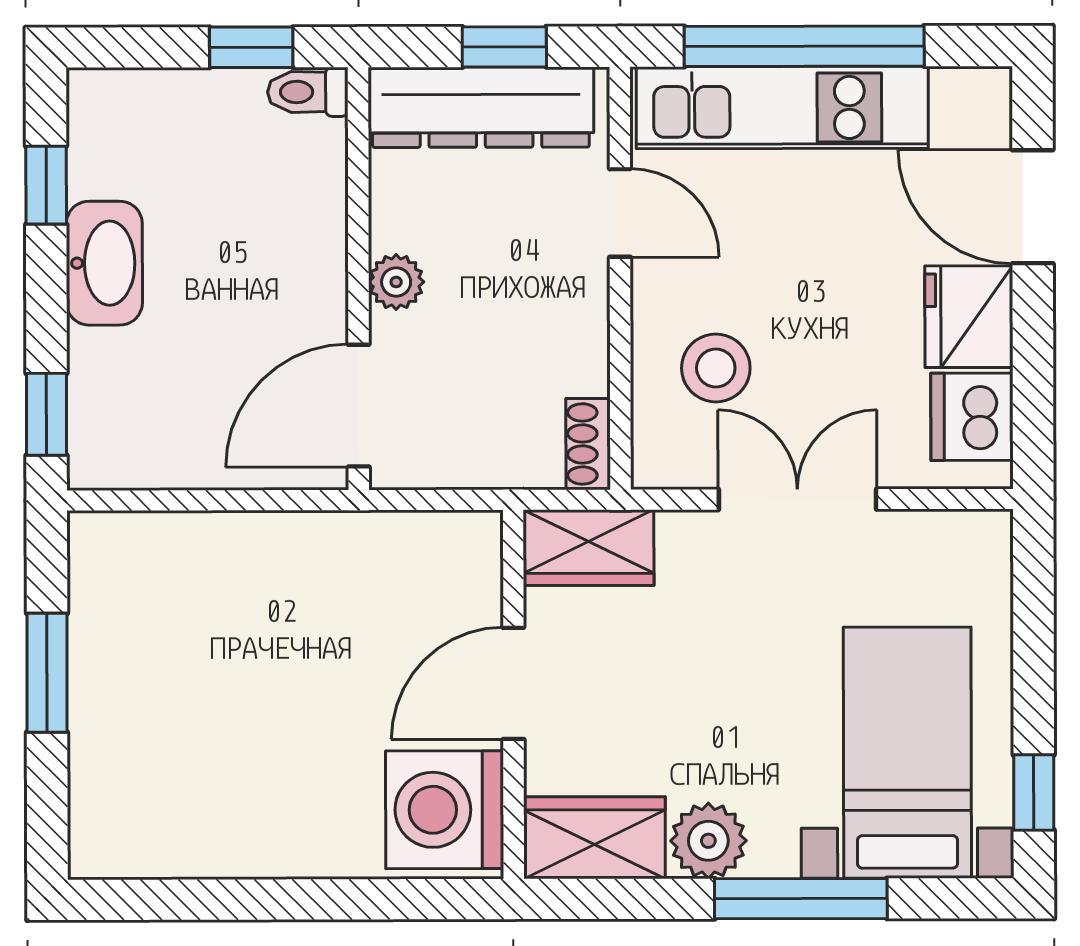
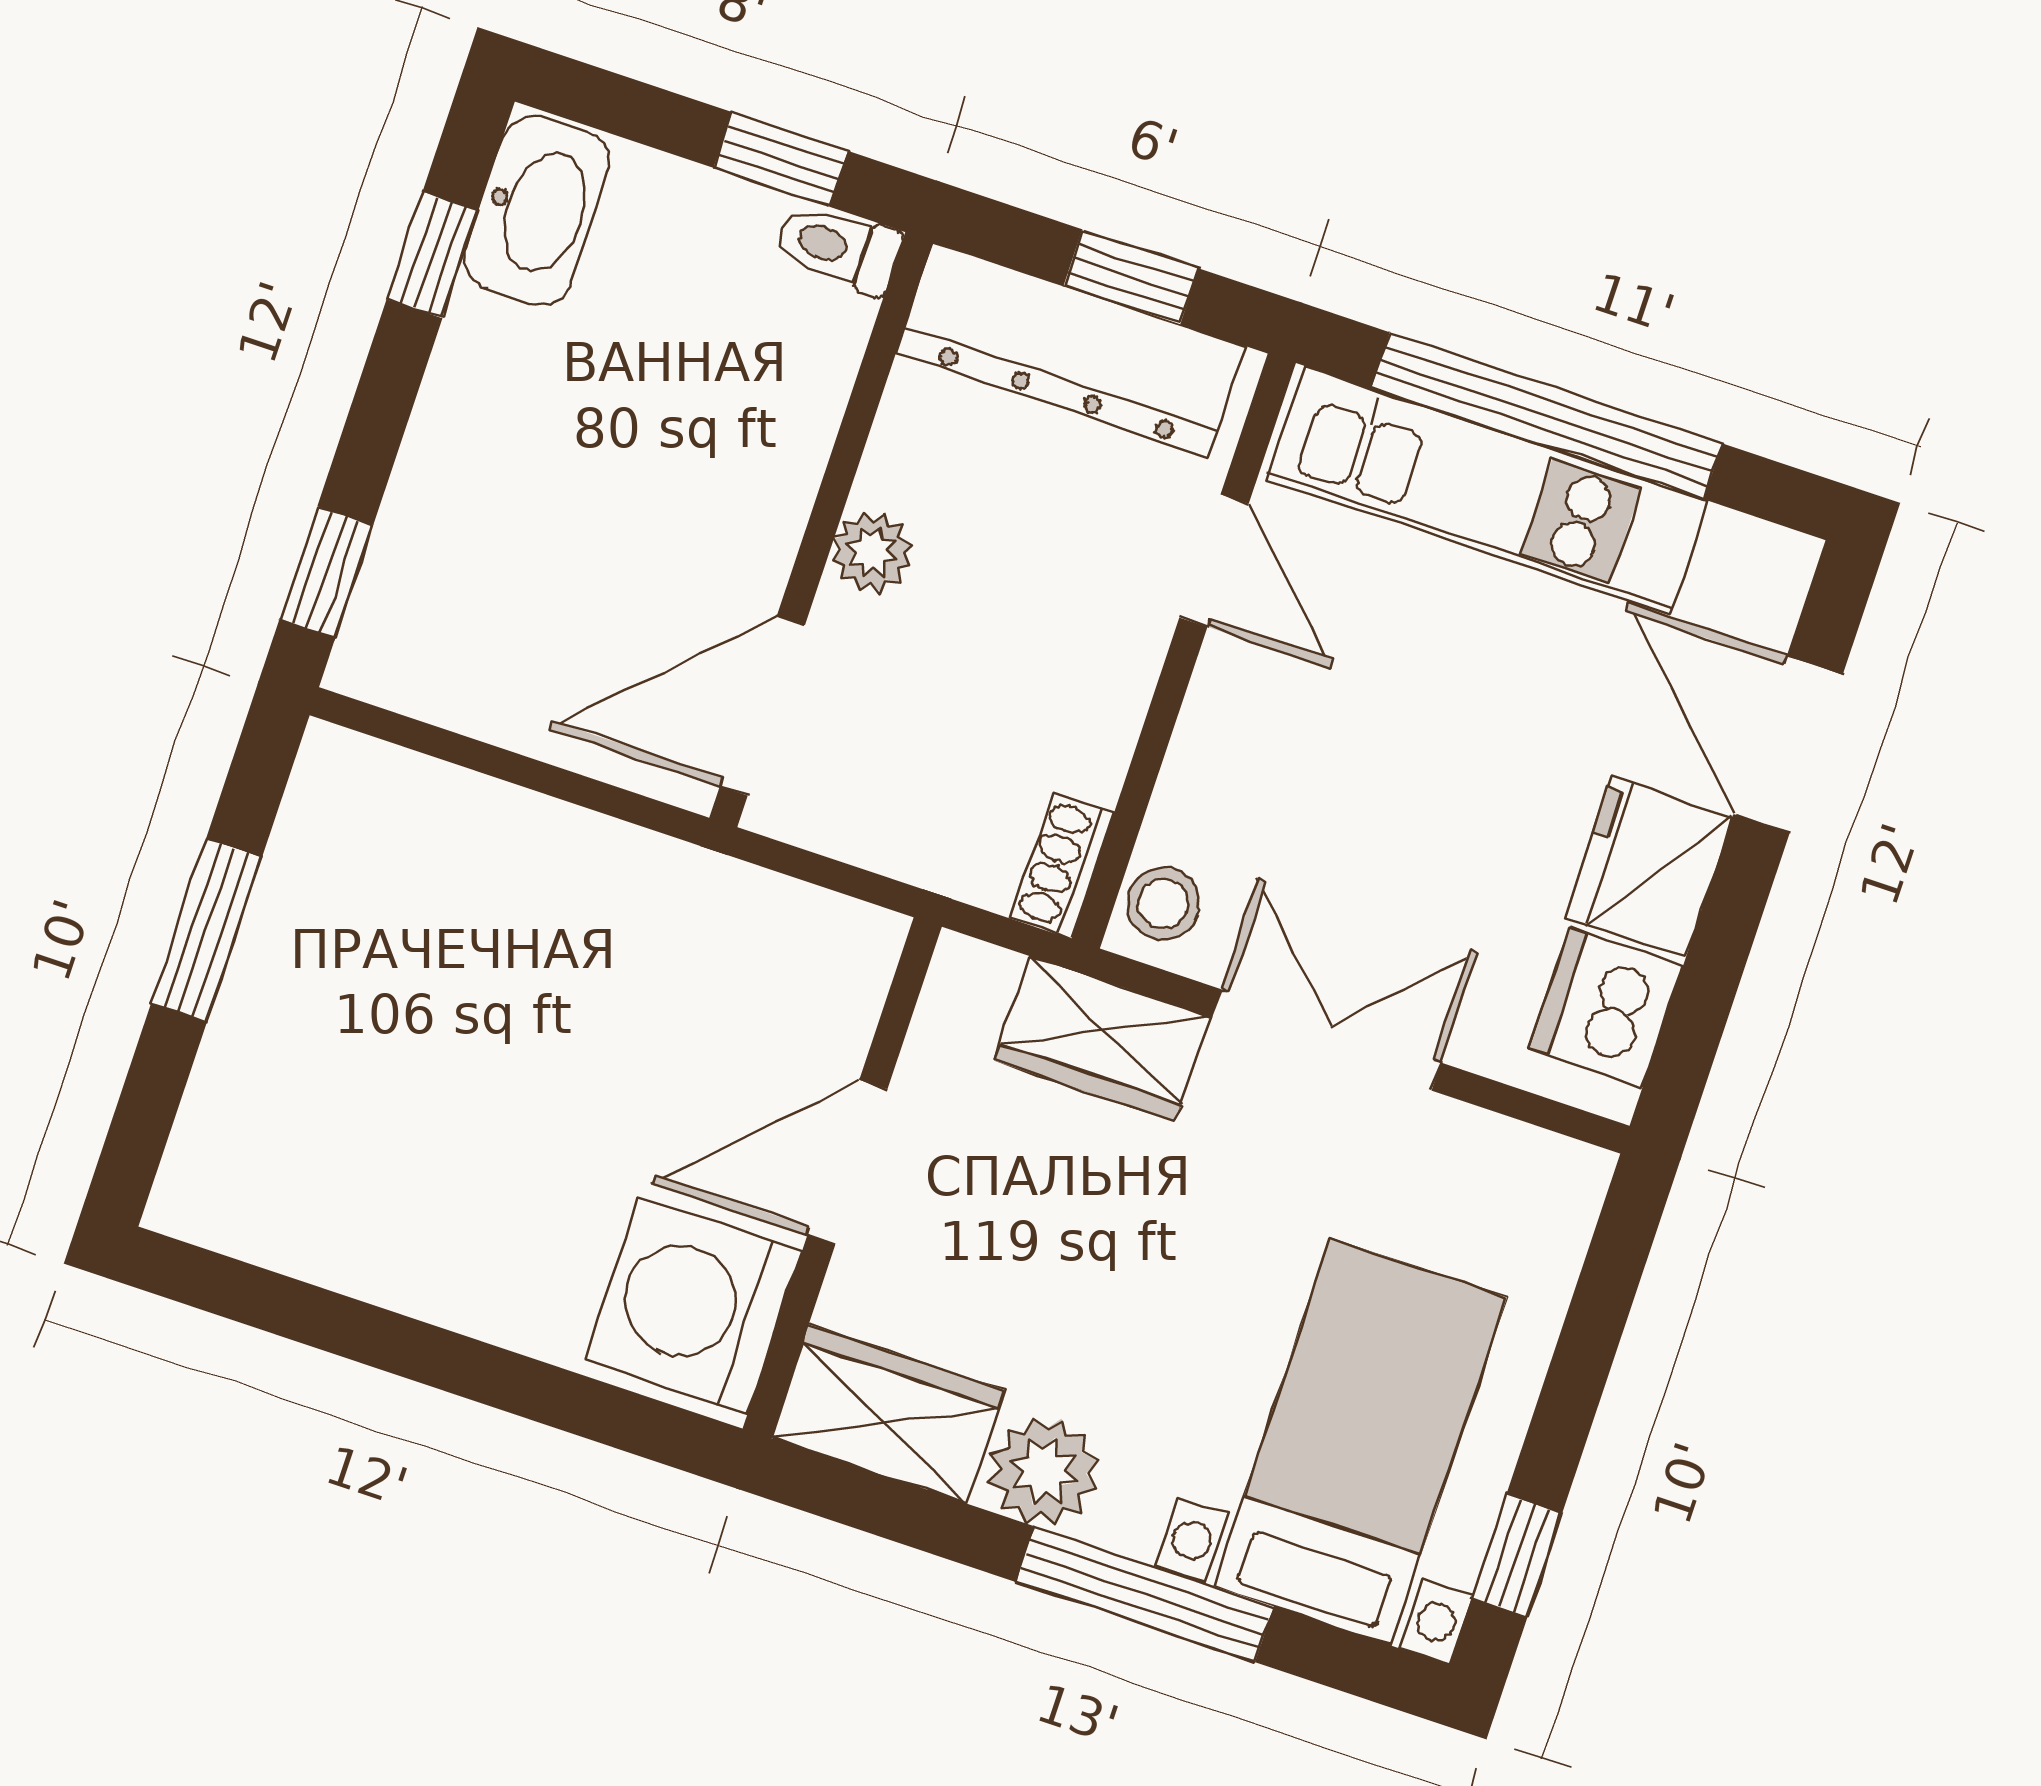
washbasin: (104, 263) -> (537, 210), moved
stool: (716, 368) -> (1163, 904), moved, width x0.73, depth x0.73
wardrobe: (588, 548) -> (1102, 1039), moved

